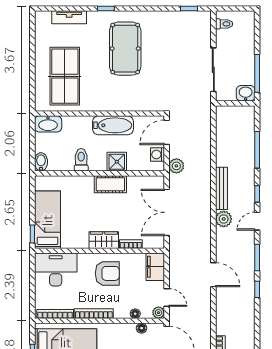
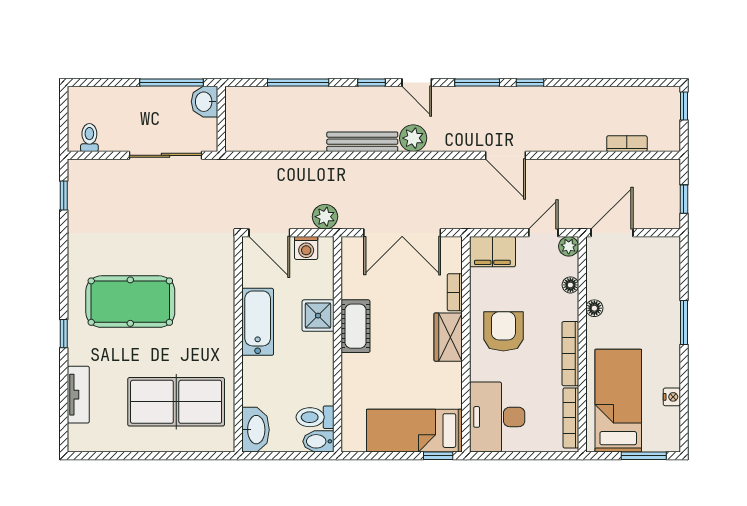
toilet: (81, 160) -> (315, 417), moved
door: (213, 275) -> (506, 155), swing flipped
floor lamp: (142, 328) -> (594, 308), moved

